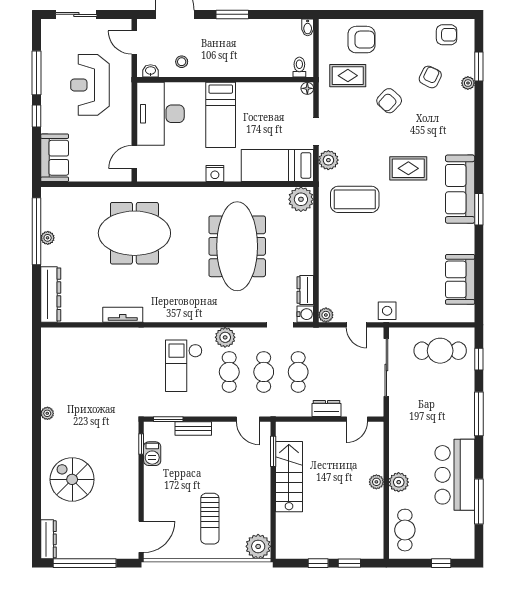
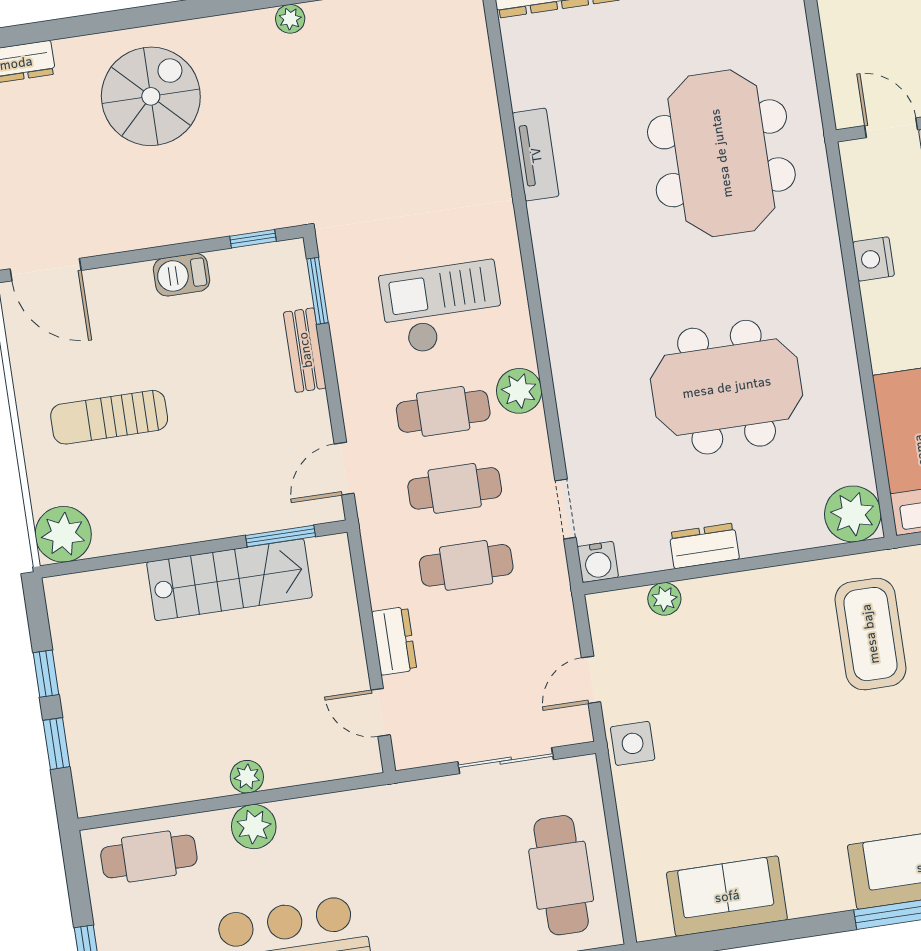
nightstand: (215, 174) -> (873, 259), moved
meeting table: (237, 246) -> (727, 387), width x0.73
dresser: (305, 290) -> (704, 546), moved
plant: (326, 315) -> (664, 599), moved
sliding door: (386, 367) -> (506, 761), width x0.73
barbecue: (152, 454) -> (182, 275), moved

